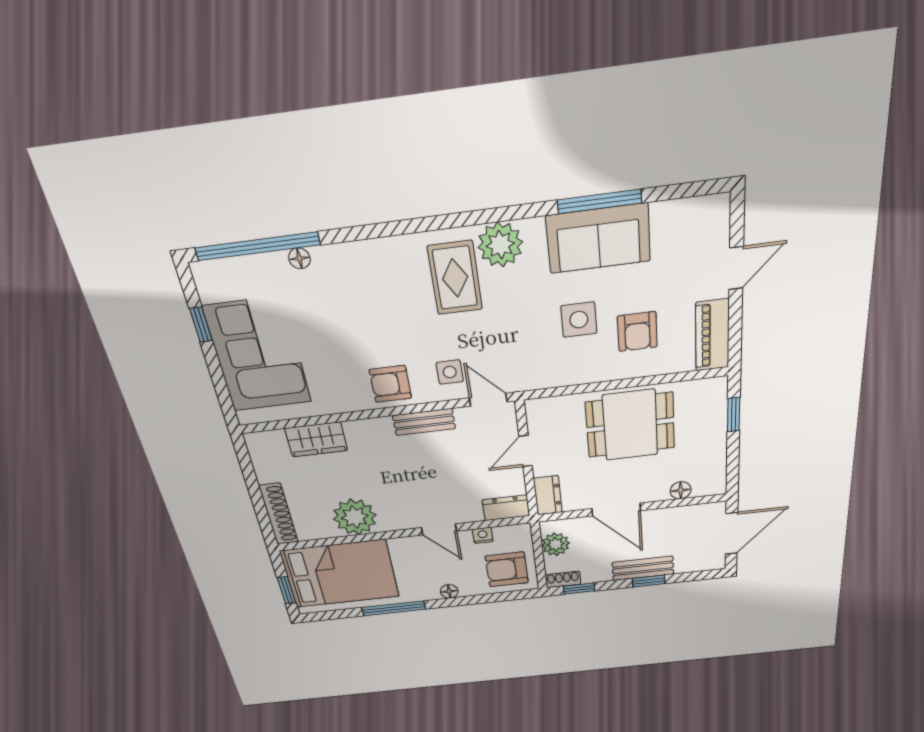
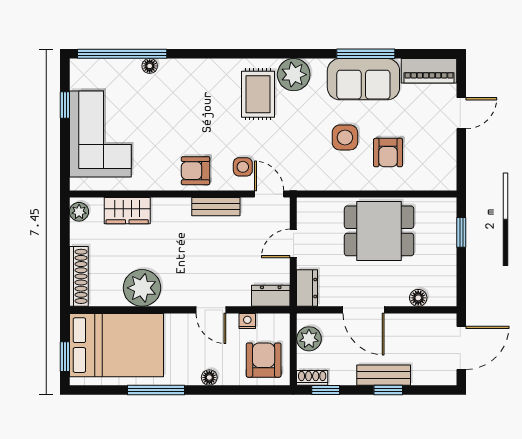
piano: (712, 335) -> (429, 71), moved, turned -90
plant: (258, 447) -> (79, 212), added
armchair: (507, 569) -> (264, 360), turned 90

